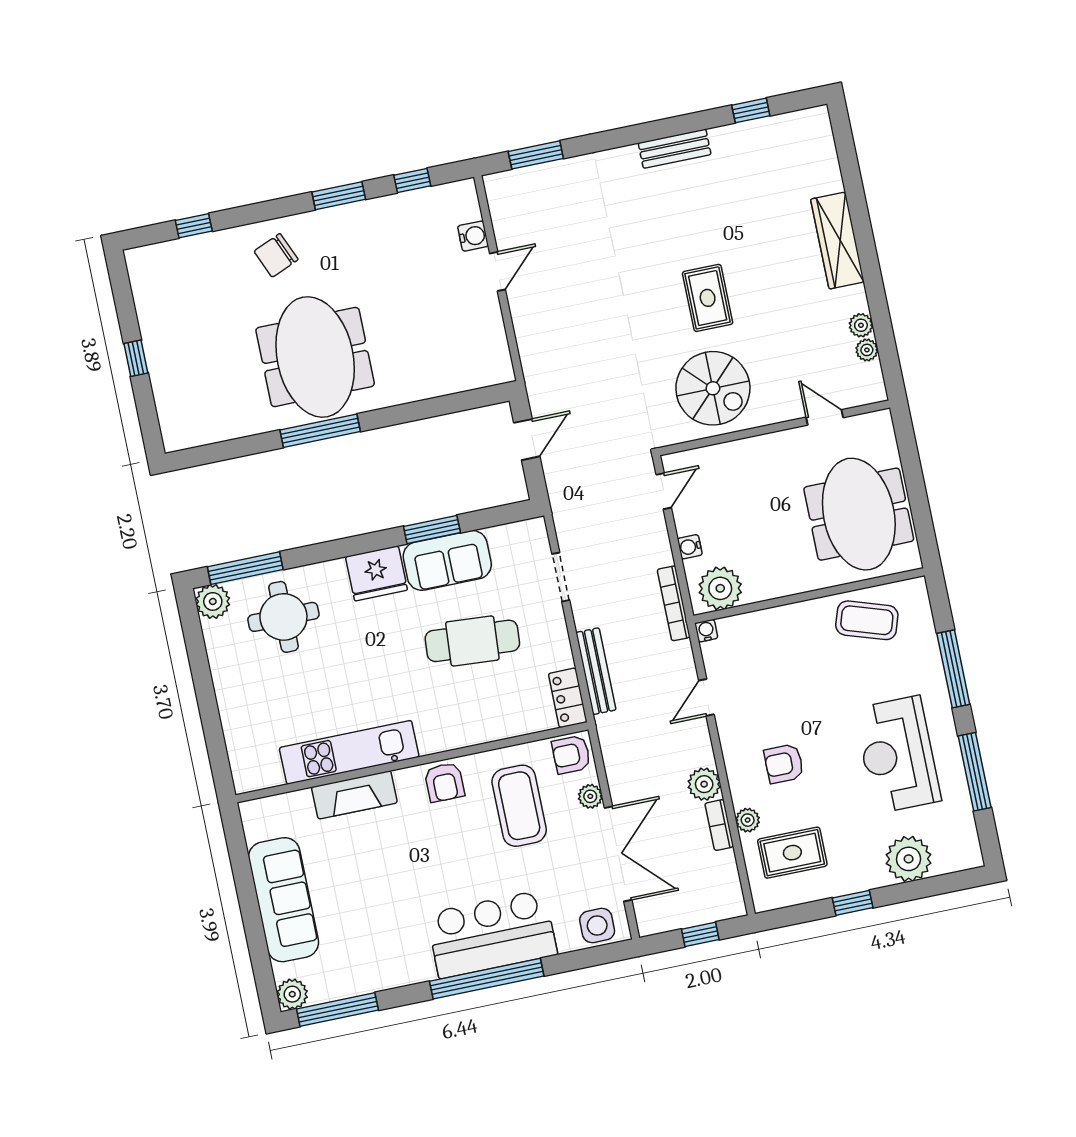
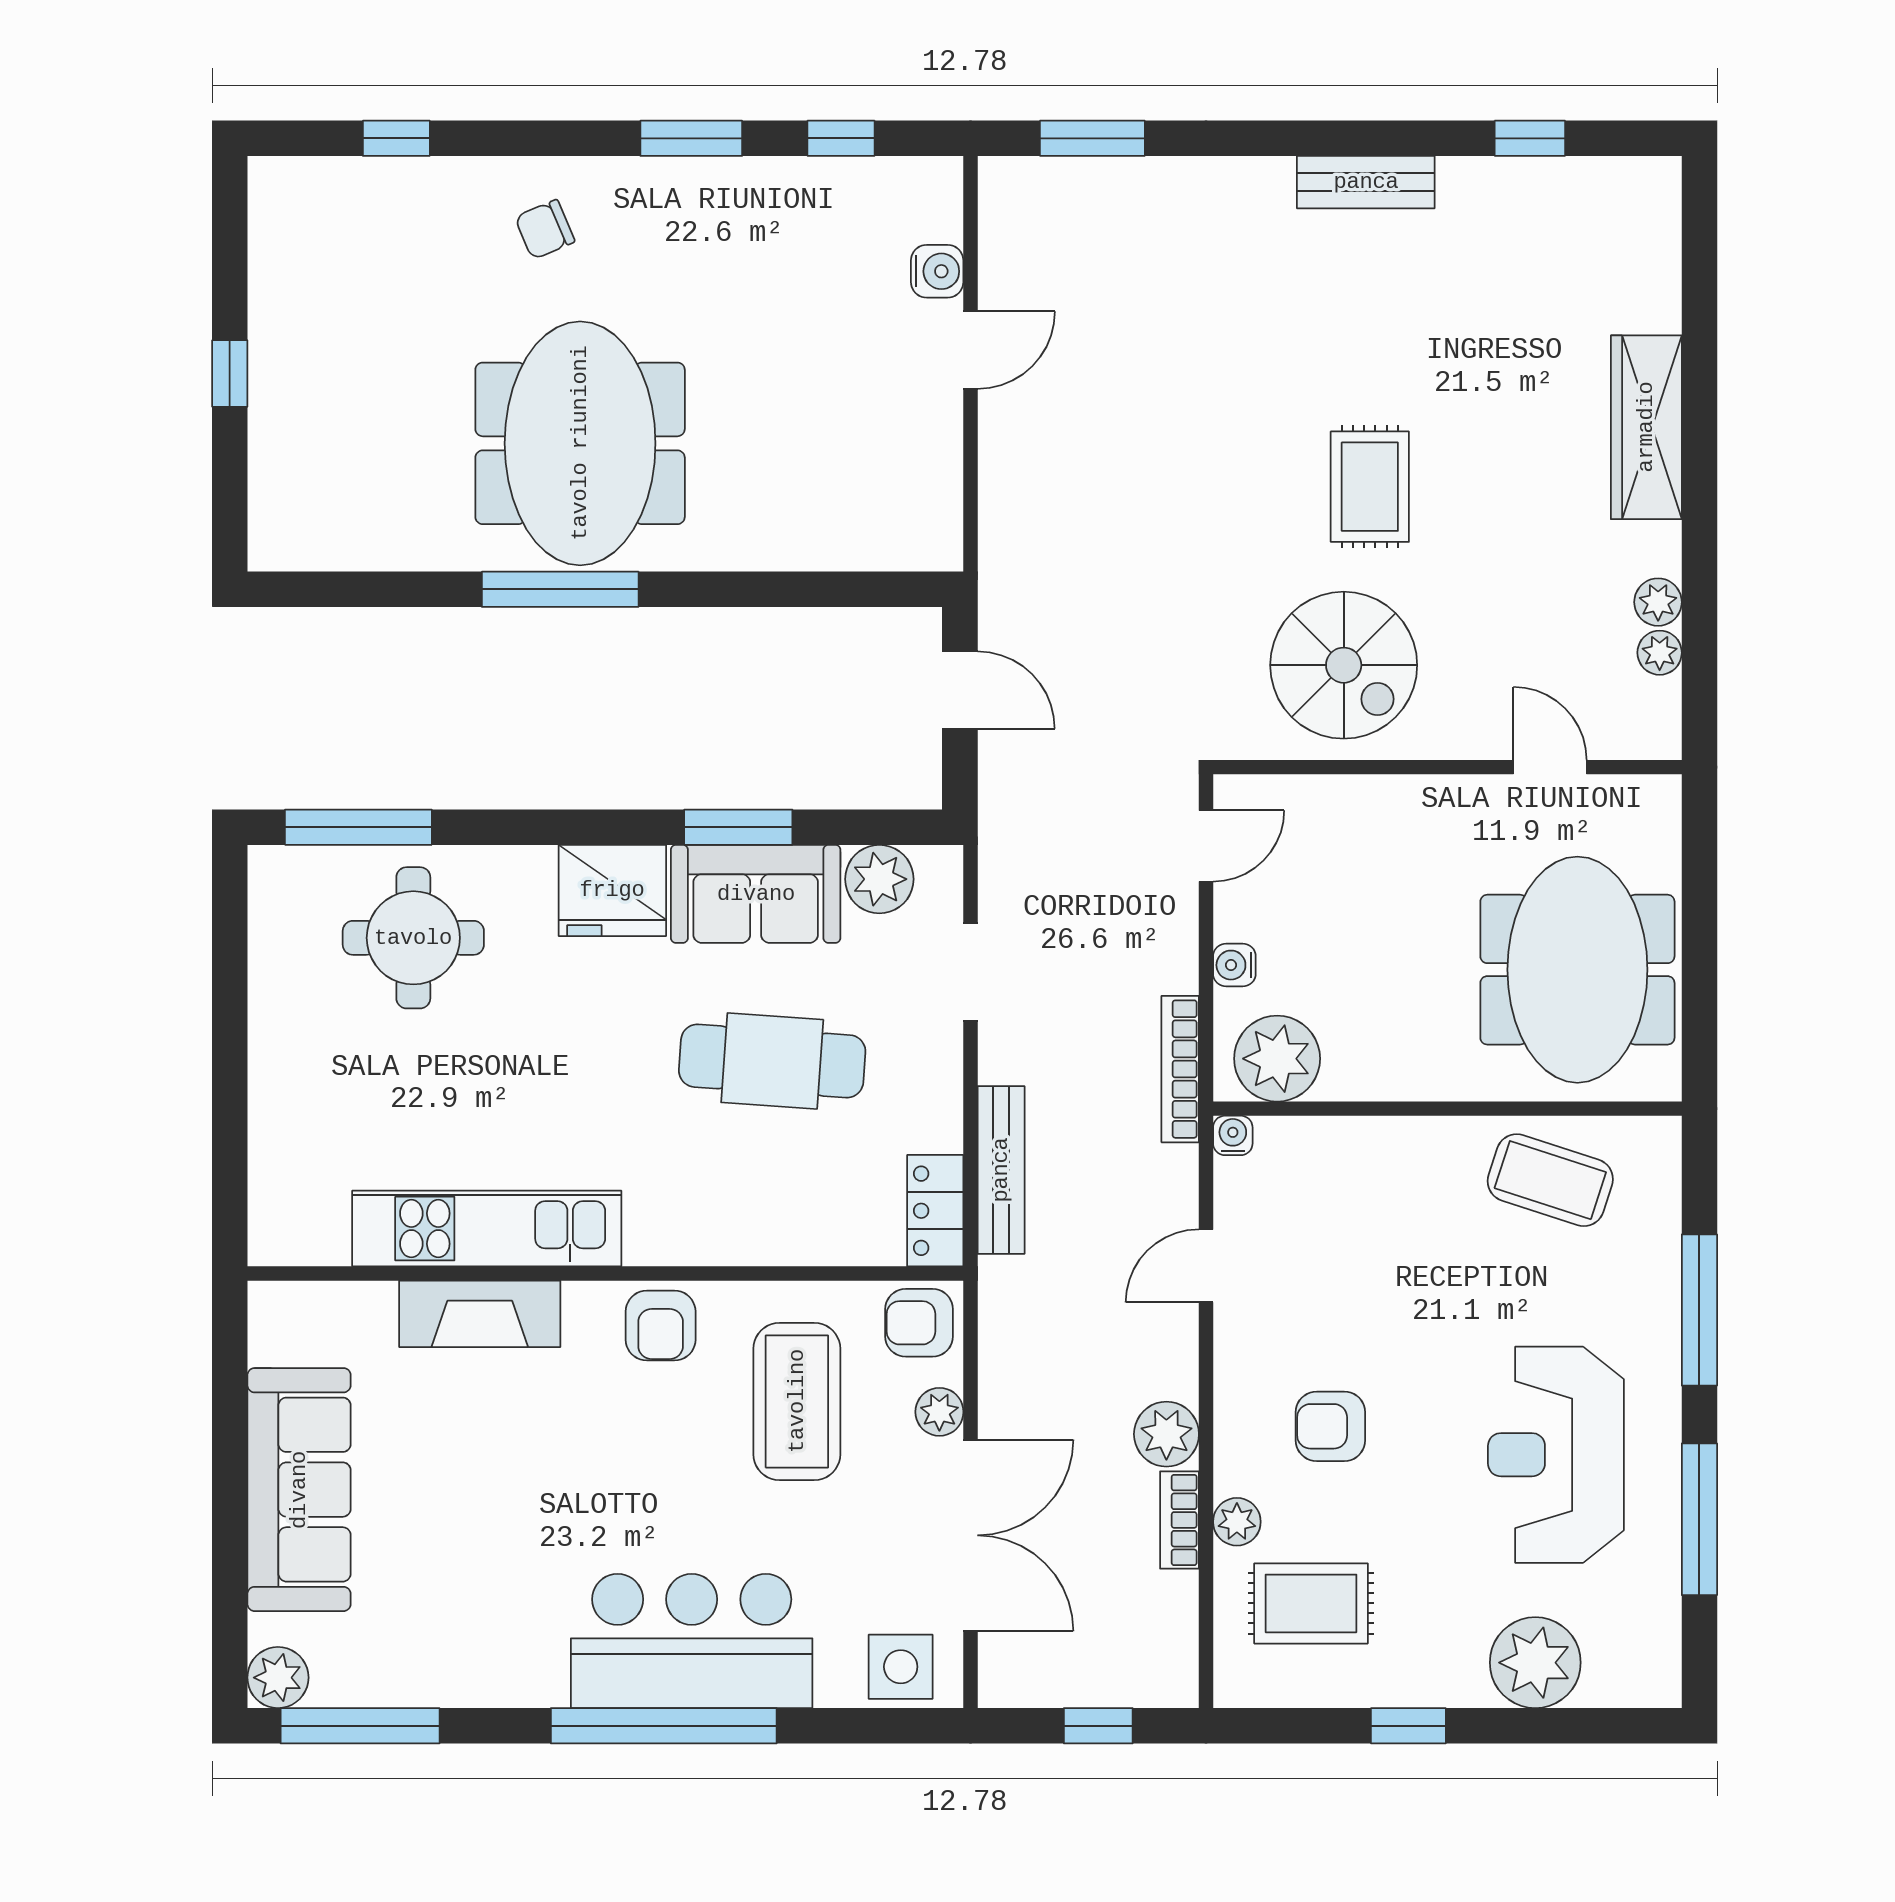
chair: (276, 255) -> (545, 229), width x0.73, depth x0.73
door: (527, 440) -> (960, 690), hinge flipped
plant: (213, 601) -> (879, 879), moved

